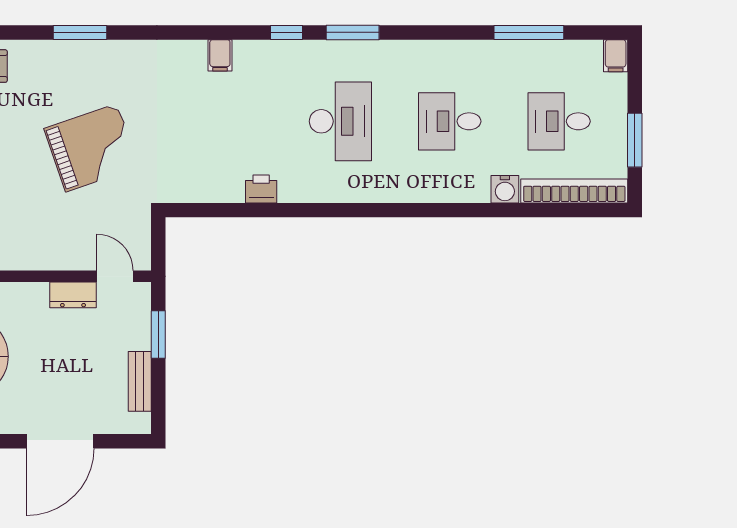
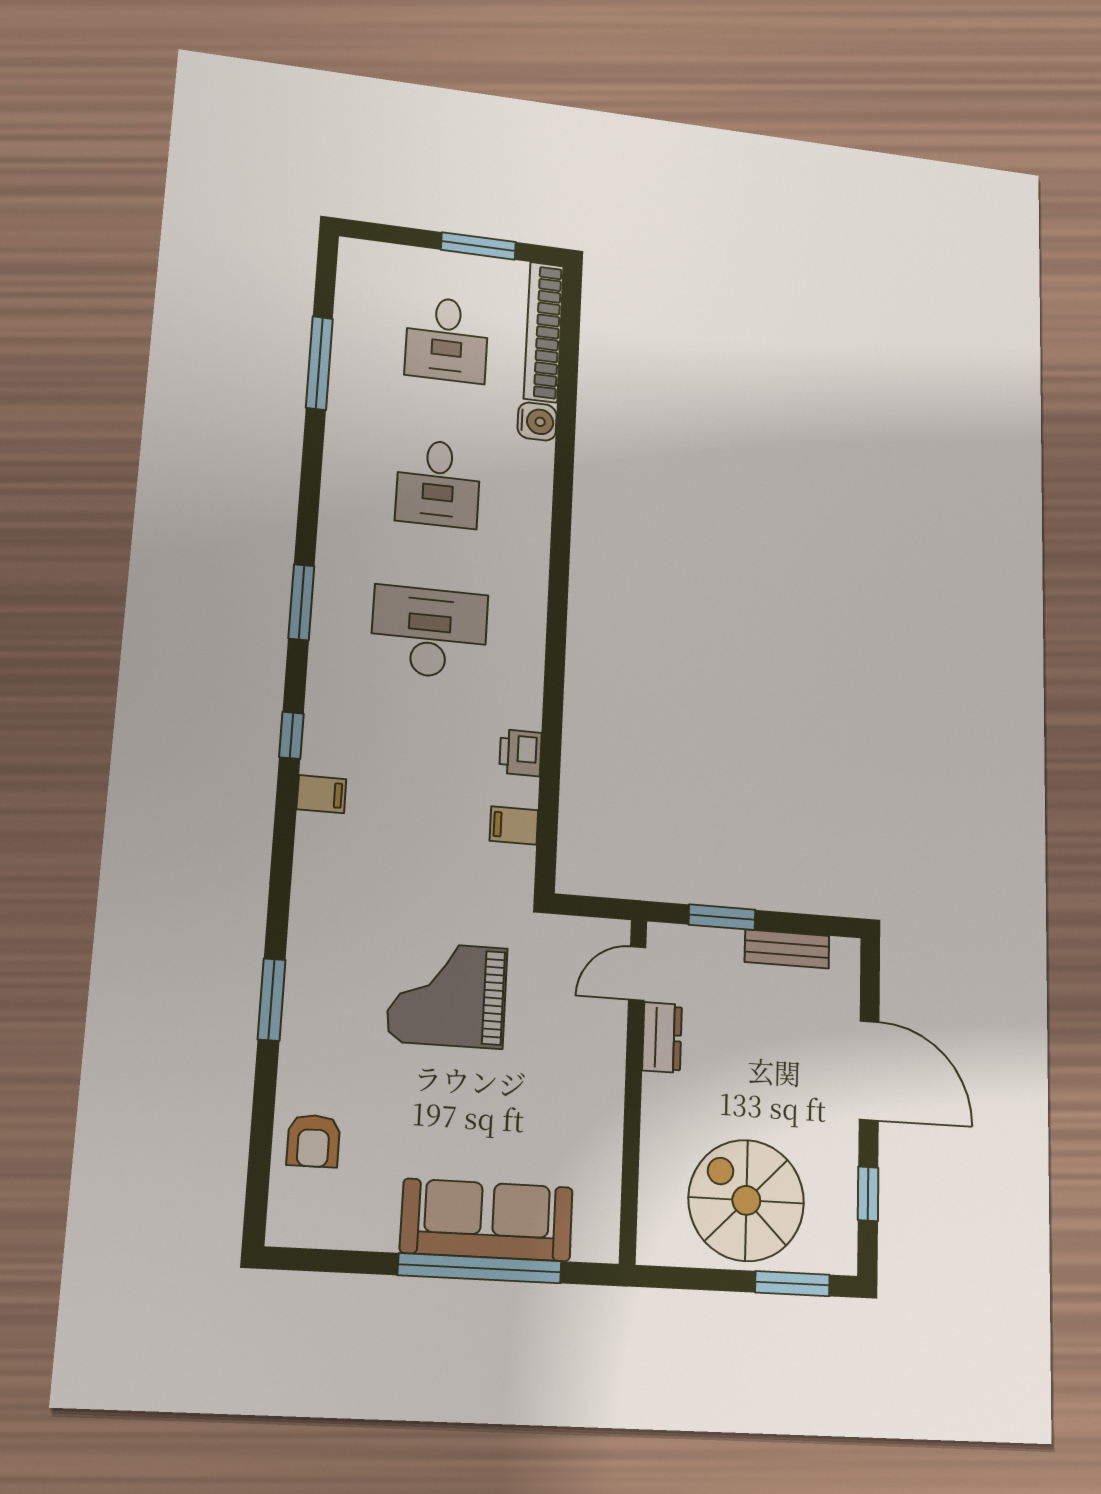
window: (287, 32) -> (291, 735), moved
filing cabinet: (616, 56) -> (514, 826), moved, turned 180
grand piano: (92, 148) -> (447, 995), turned -71

